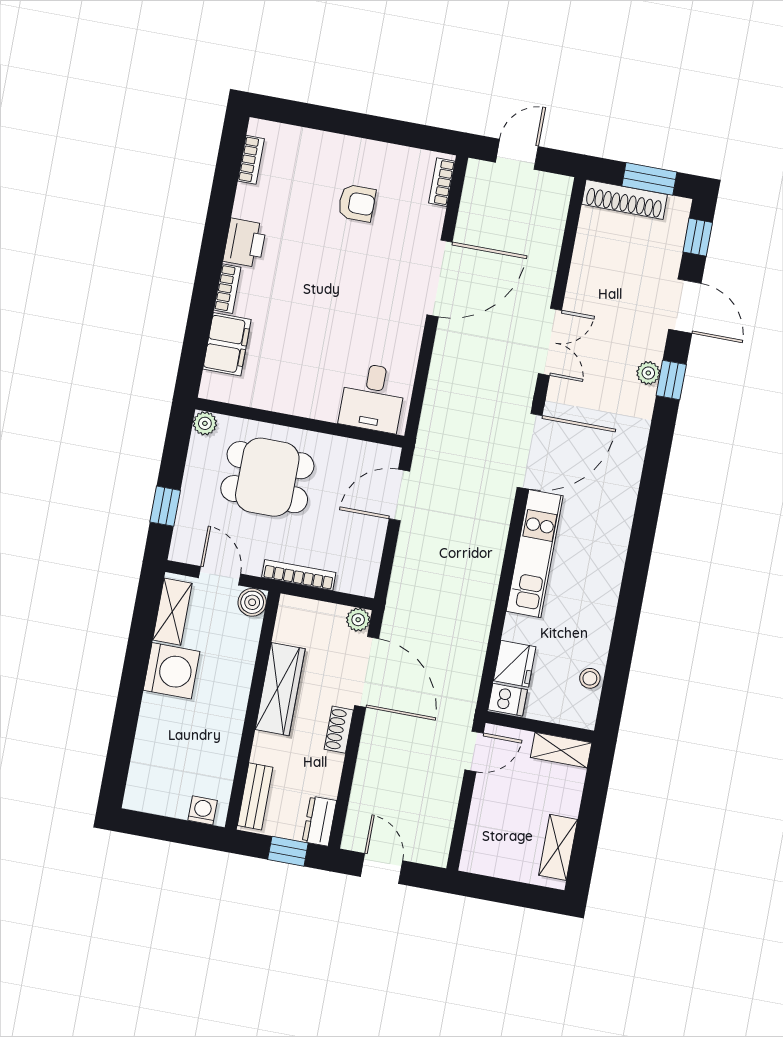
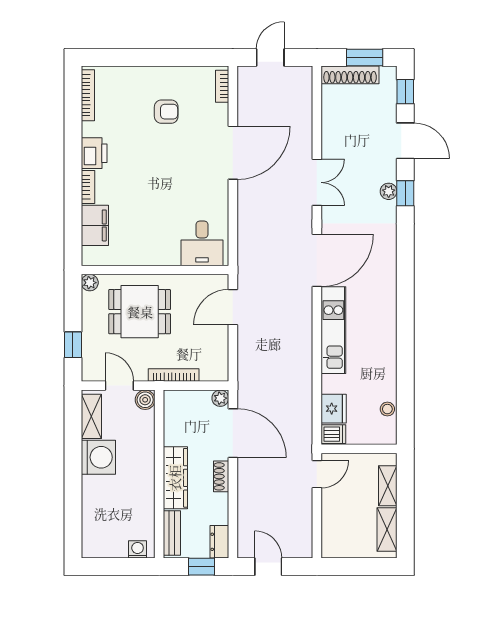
bookcase: (251, 160) -> (88, 95), width x1.56
wardrobe: (280, 689) -> (175, 478), moved
shelving: (561, 750) -> (388, 486), moved, turned 90

